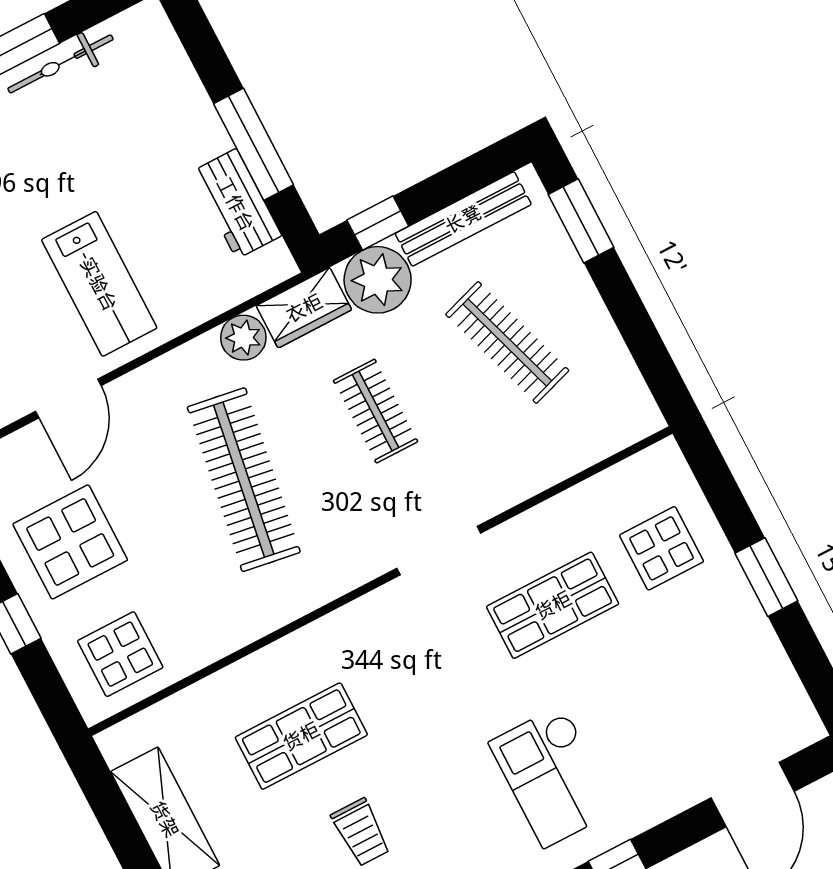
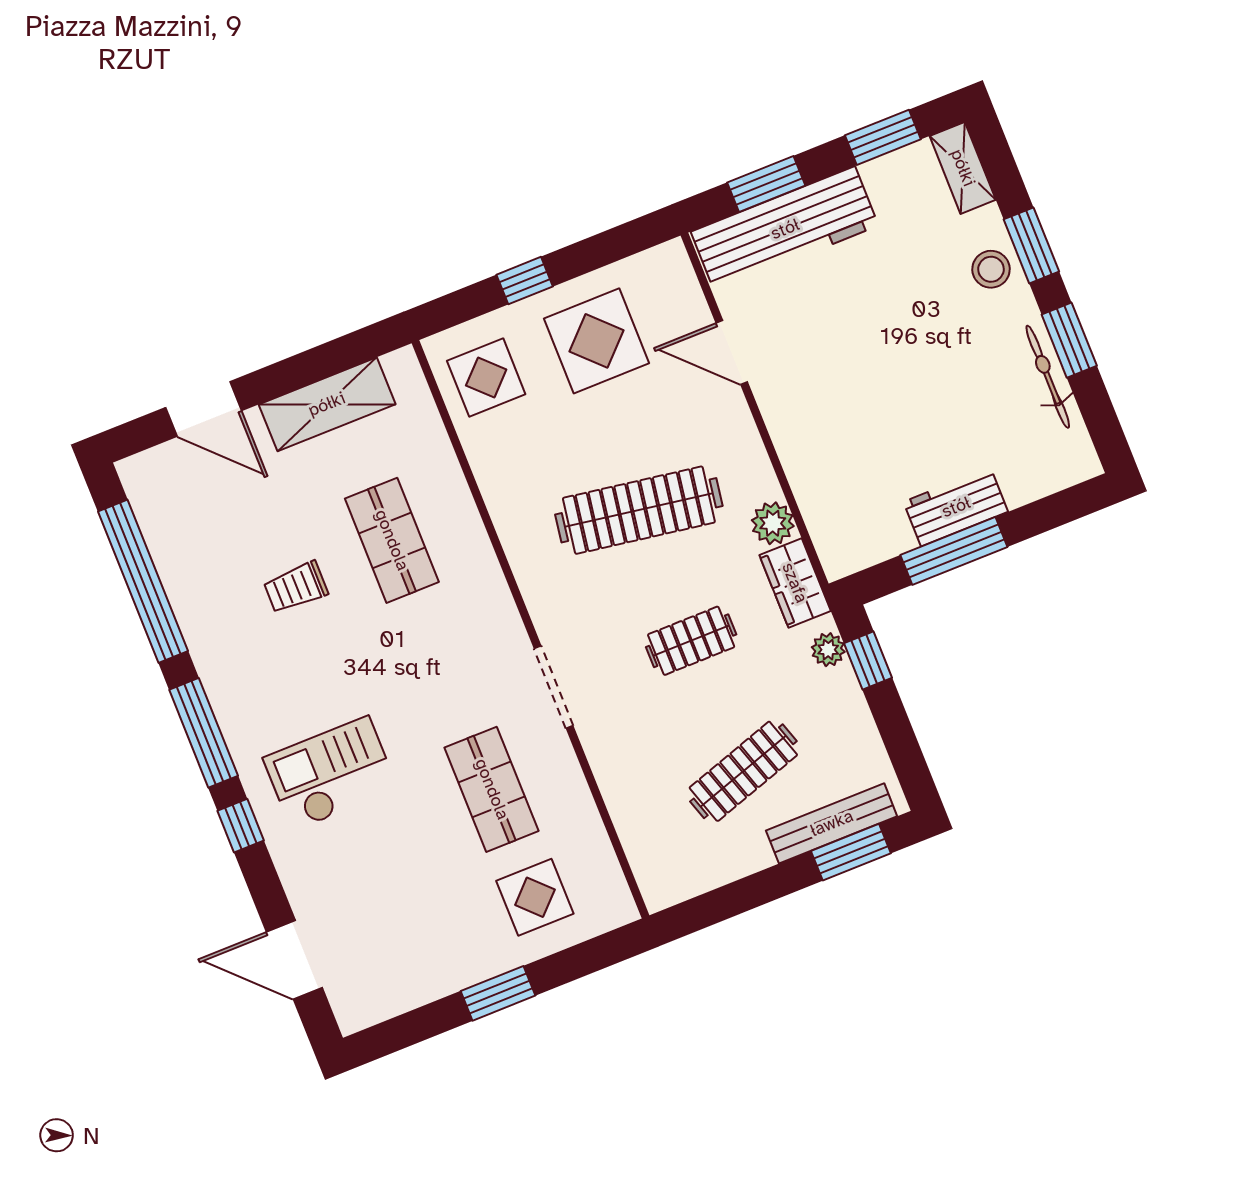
workbench: (236, 204) -> (956, 507), moved
bench: (463, 219) -> (832, 823), moved, turned 90
plant: (378, 280) -> (828, 650), width x0.53, depth x0.53
lab bench: (99, 284) -> (837, 393), removed

